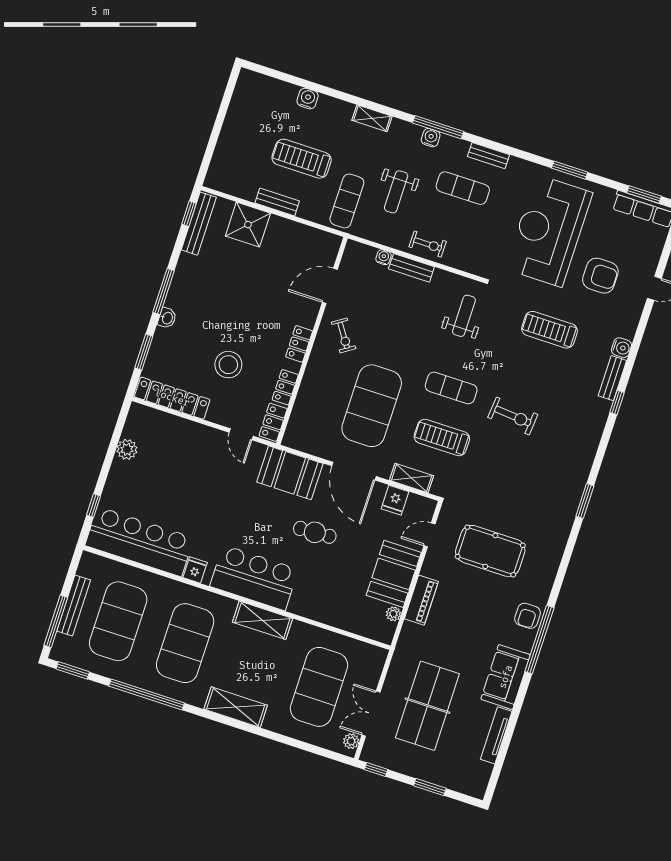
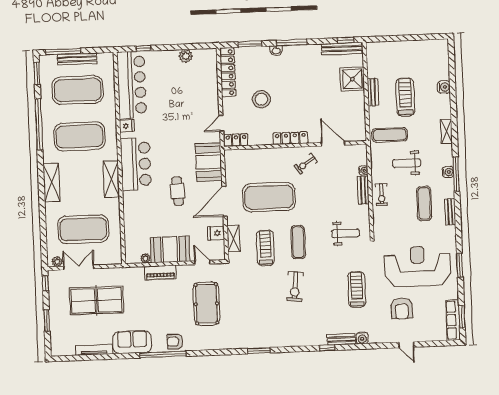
locker: (299, 344) -> (290, 138), width x1.53
locker: (285, 387) -> (260, 140), removed

